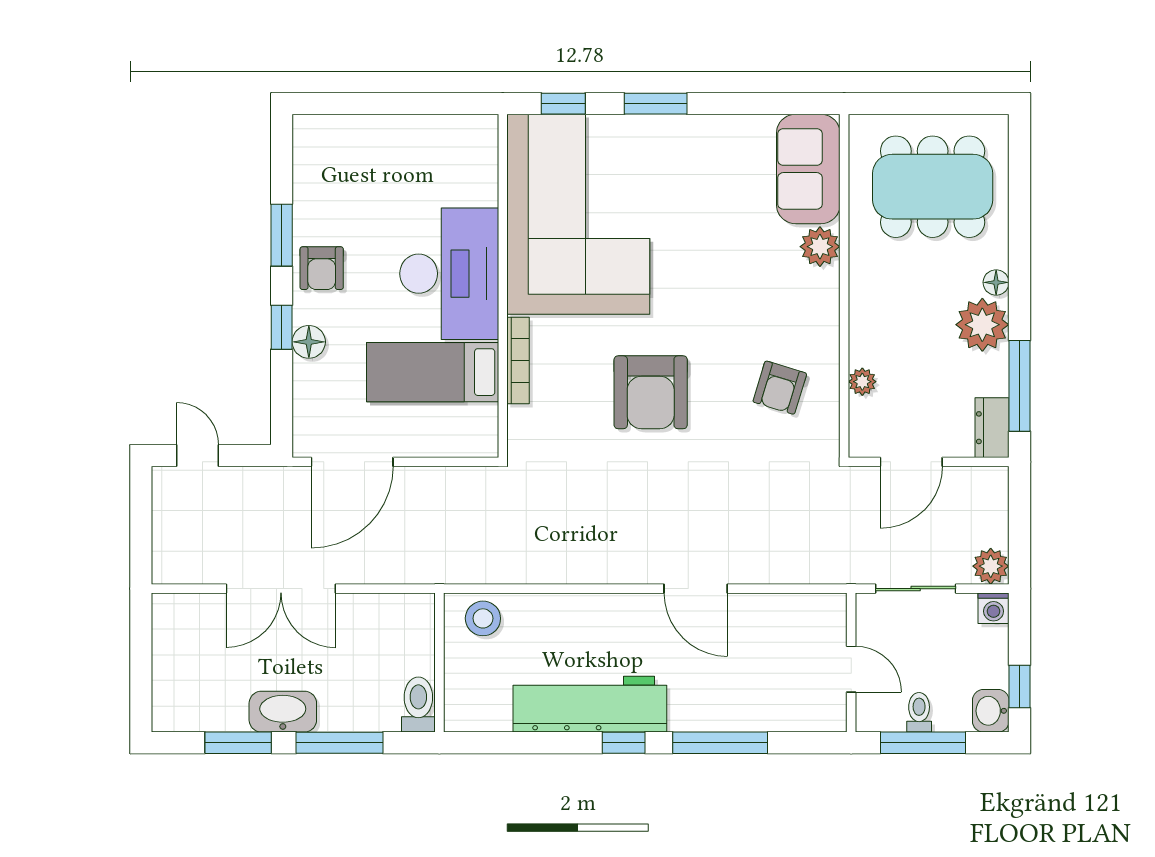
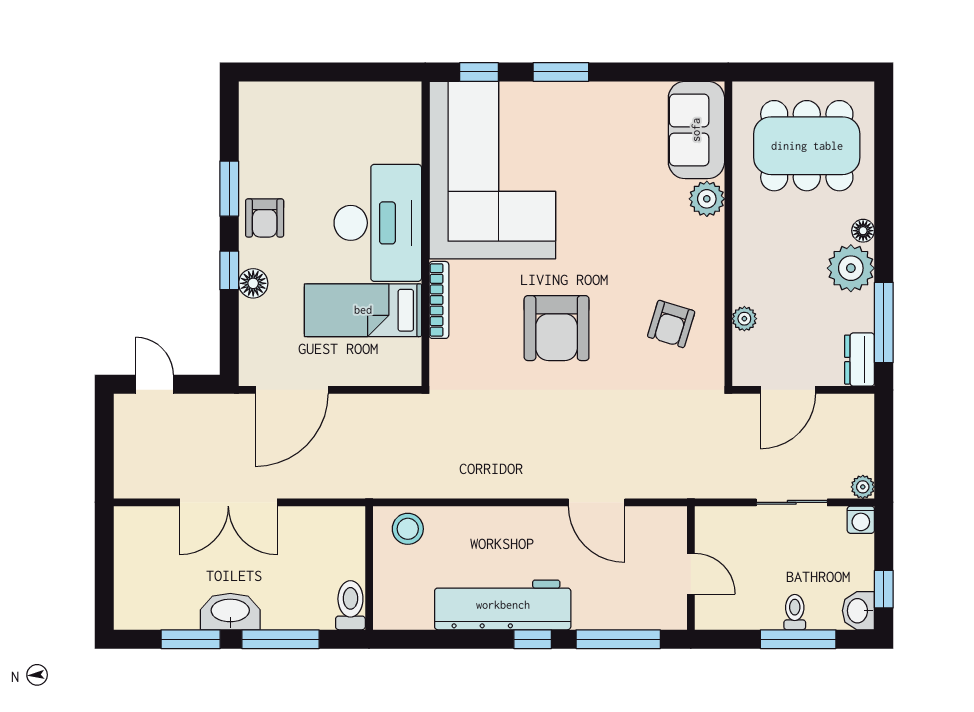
plant: (991, 566) -> (863, 487), width x0.73, depth x0.73
wall: (851, 663) -> (691, 568), moved
door: (851, 669) -> (691, 574), moved

